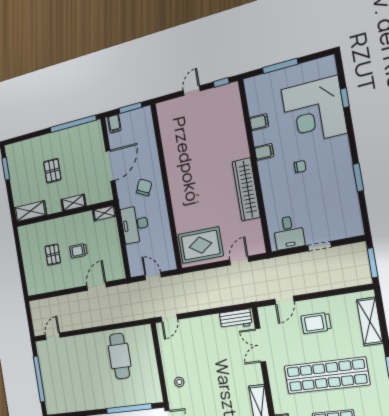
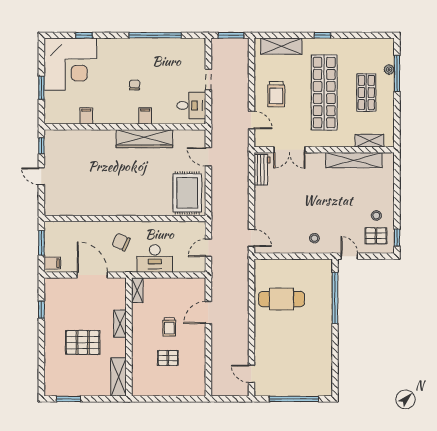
window: (280, 66) -> (41, 88), width x0.69
corner desk: (314, 111) -> (70, 64), moved
window: (73, 124) -> (41, 310), width x0.32
filing cabinet: (264, 152) -> (145, 116), moved
pallet: (52, 171) -> (83, 342), width x1.50, depth x1.42
window: (358, 177) -> (155, 35), width x2.11
door: (97, 286) -> (208, 312), hinge flipped

